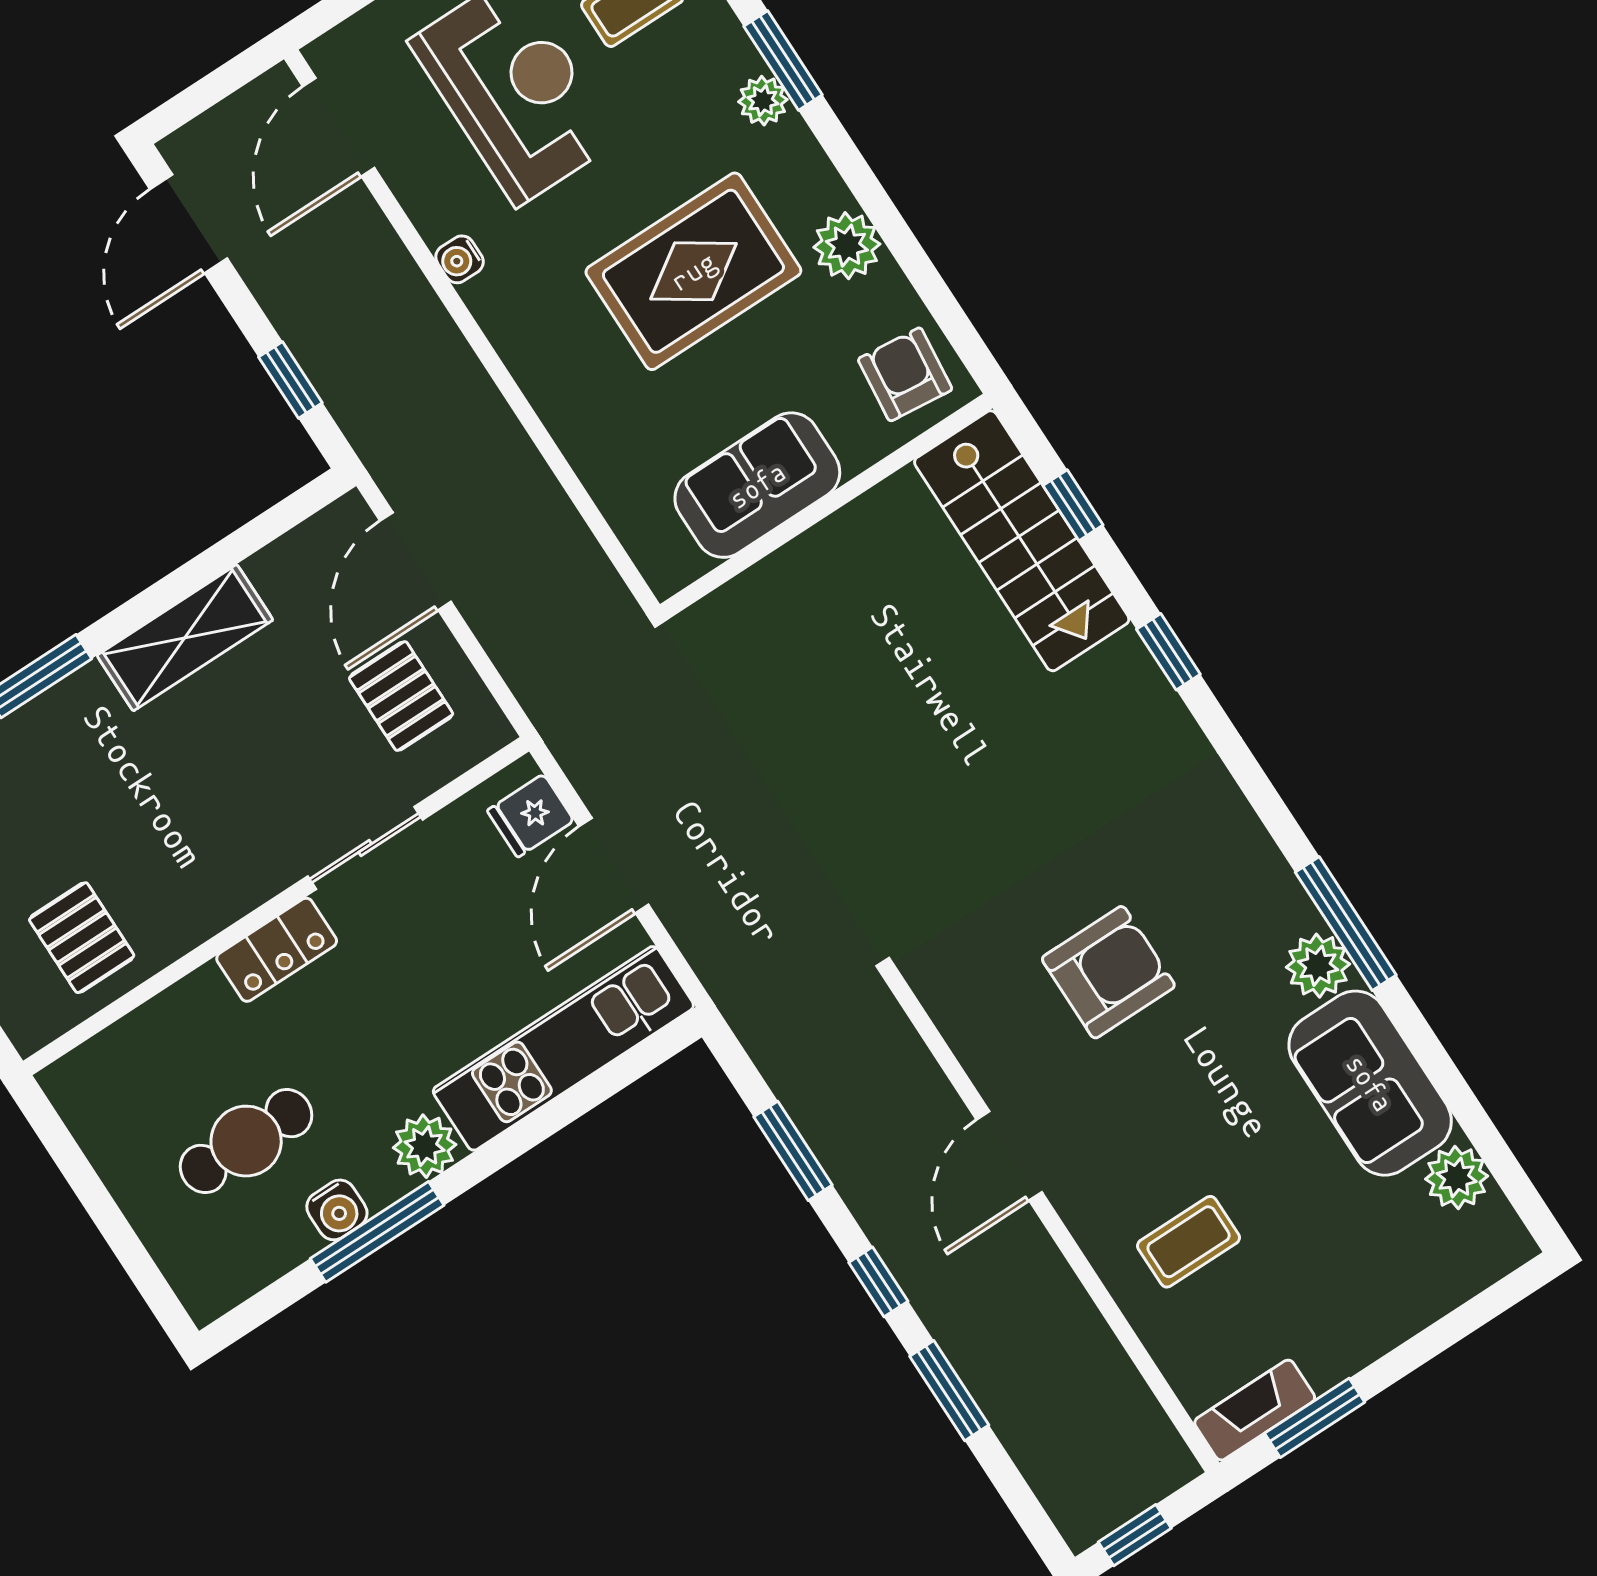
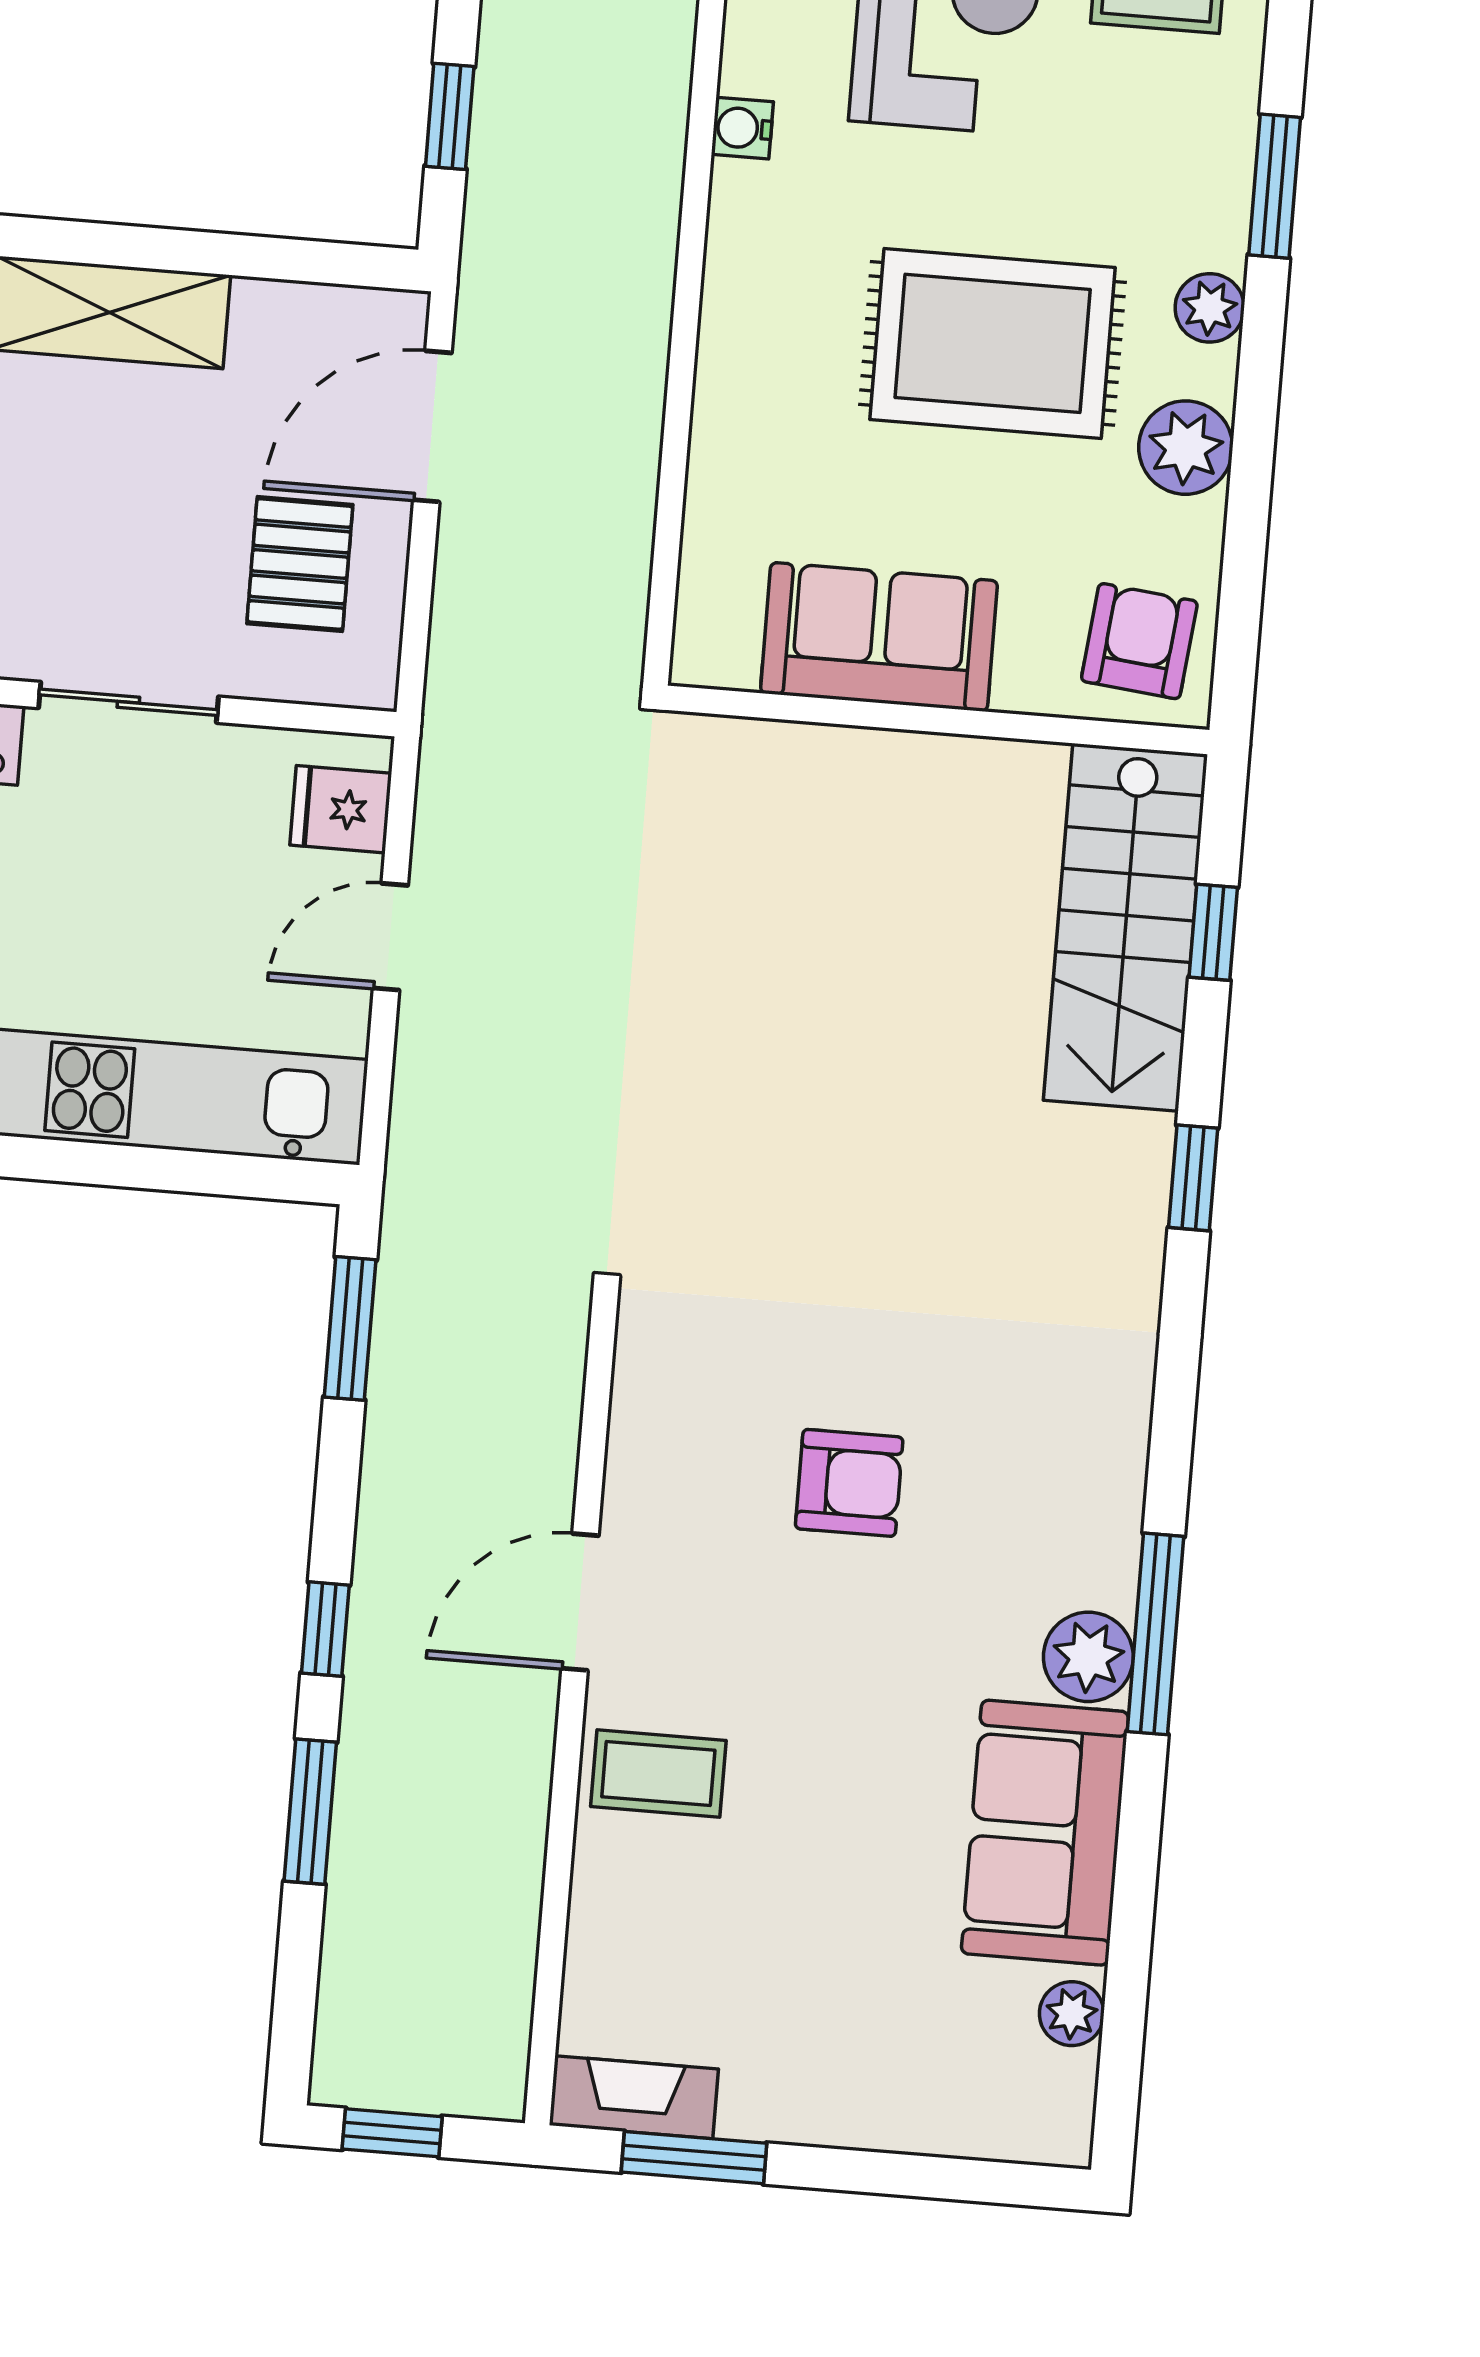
plant: (763, 101) -> (1210, 308), moved
door: (614, 866) -> (390, 937), width x0.73
armchair: (1108, 972) -> (849, 1483), width x0.72, depth x0.72
window: (793, 1151) -> (350, 1328), moved
plant: (1457, 1178) -> (1072, 2014), width x0.73, depth x0.73
coffee table: (1189, 1242) -> (658, 1774), moved

